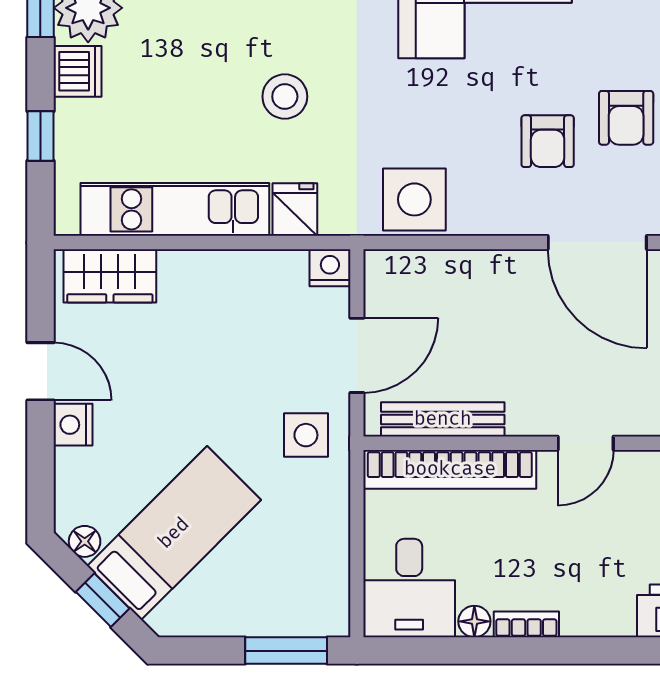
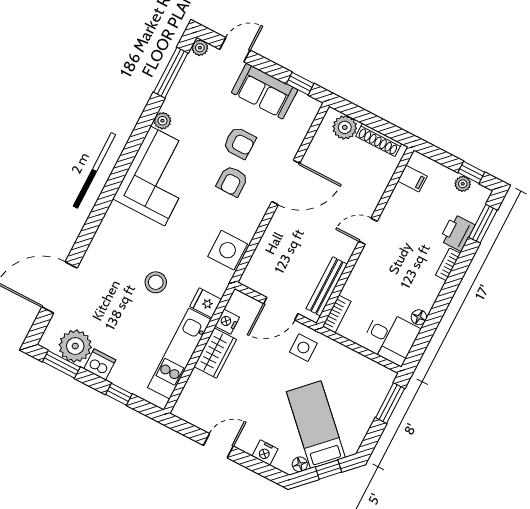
armchair: (548, 141) -> (232, 181), turned 90
nightstand: (330, 268) -> (227, 322), moved
wardrobe: (110, 276) -> (215, 353), moved
door: (357, 355) -> (281, 309), swing flipped
nightstand: (73, 425) -> (265, 452), moved
door: (586, 443) -> (368, 231), swing flipped
bookcase: (450, 469) -> (337, 314), width x0.43, depth x0.76
bookcase: (526, 624) -> (448, 264), moved

